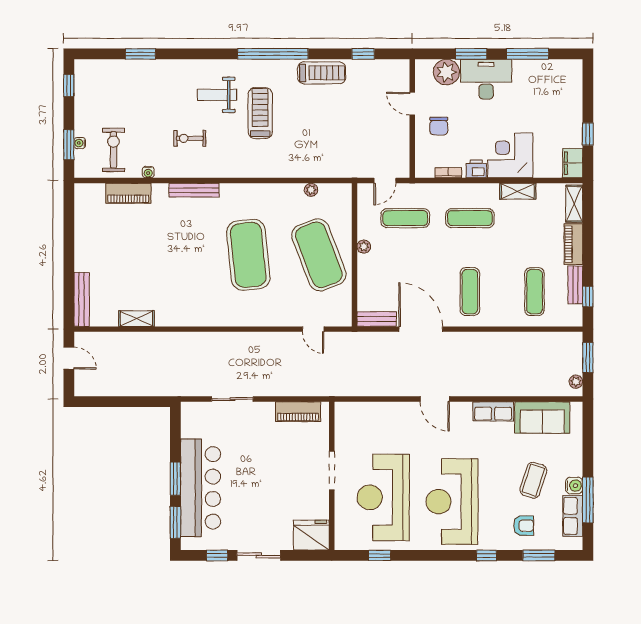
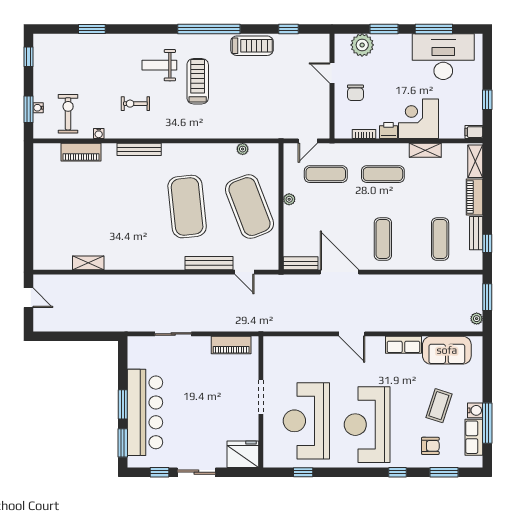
desk: (486, 79) -> (443, 57), moved, width x1.36, depth x1.30
filing cabinet: (573, 163) -> (474, 132), width x0.50
bench: (82, 299) -> (209, 263), moved, turned 90

